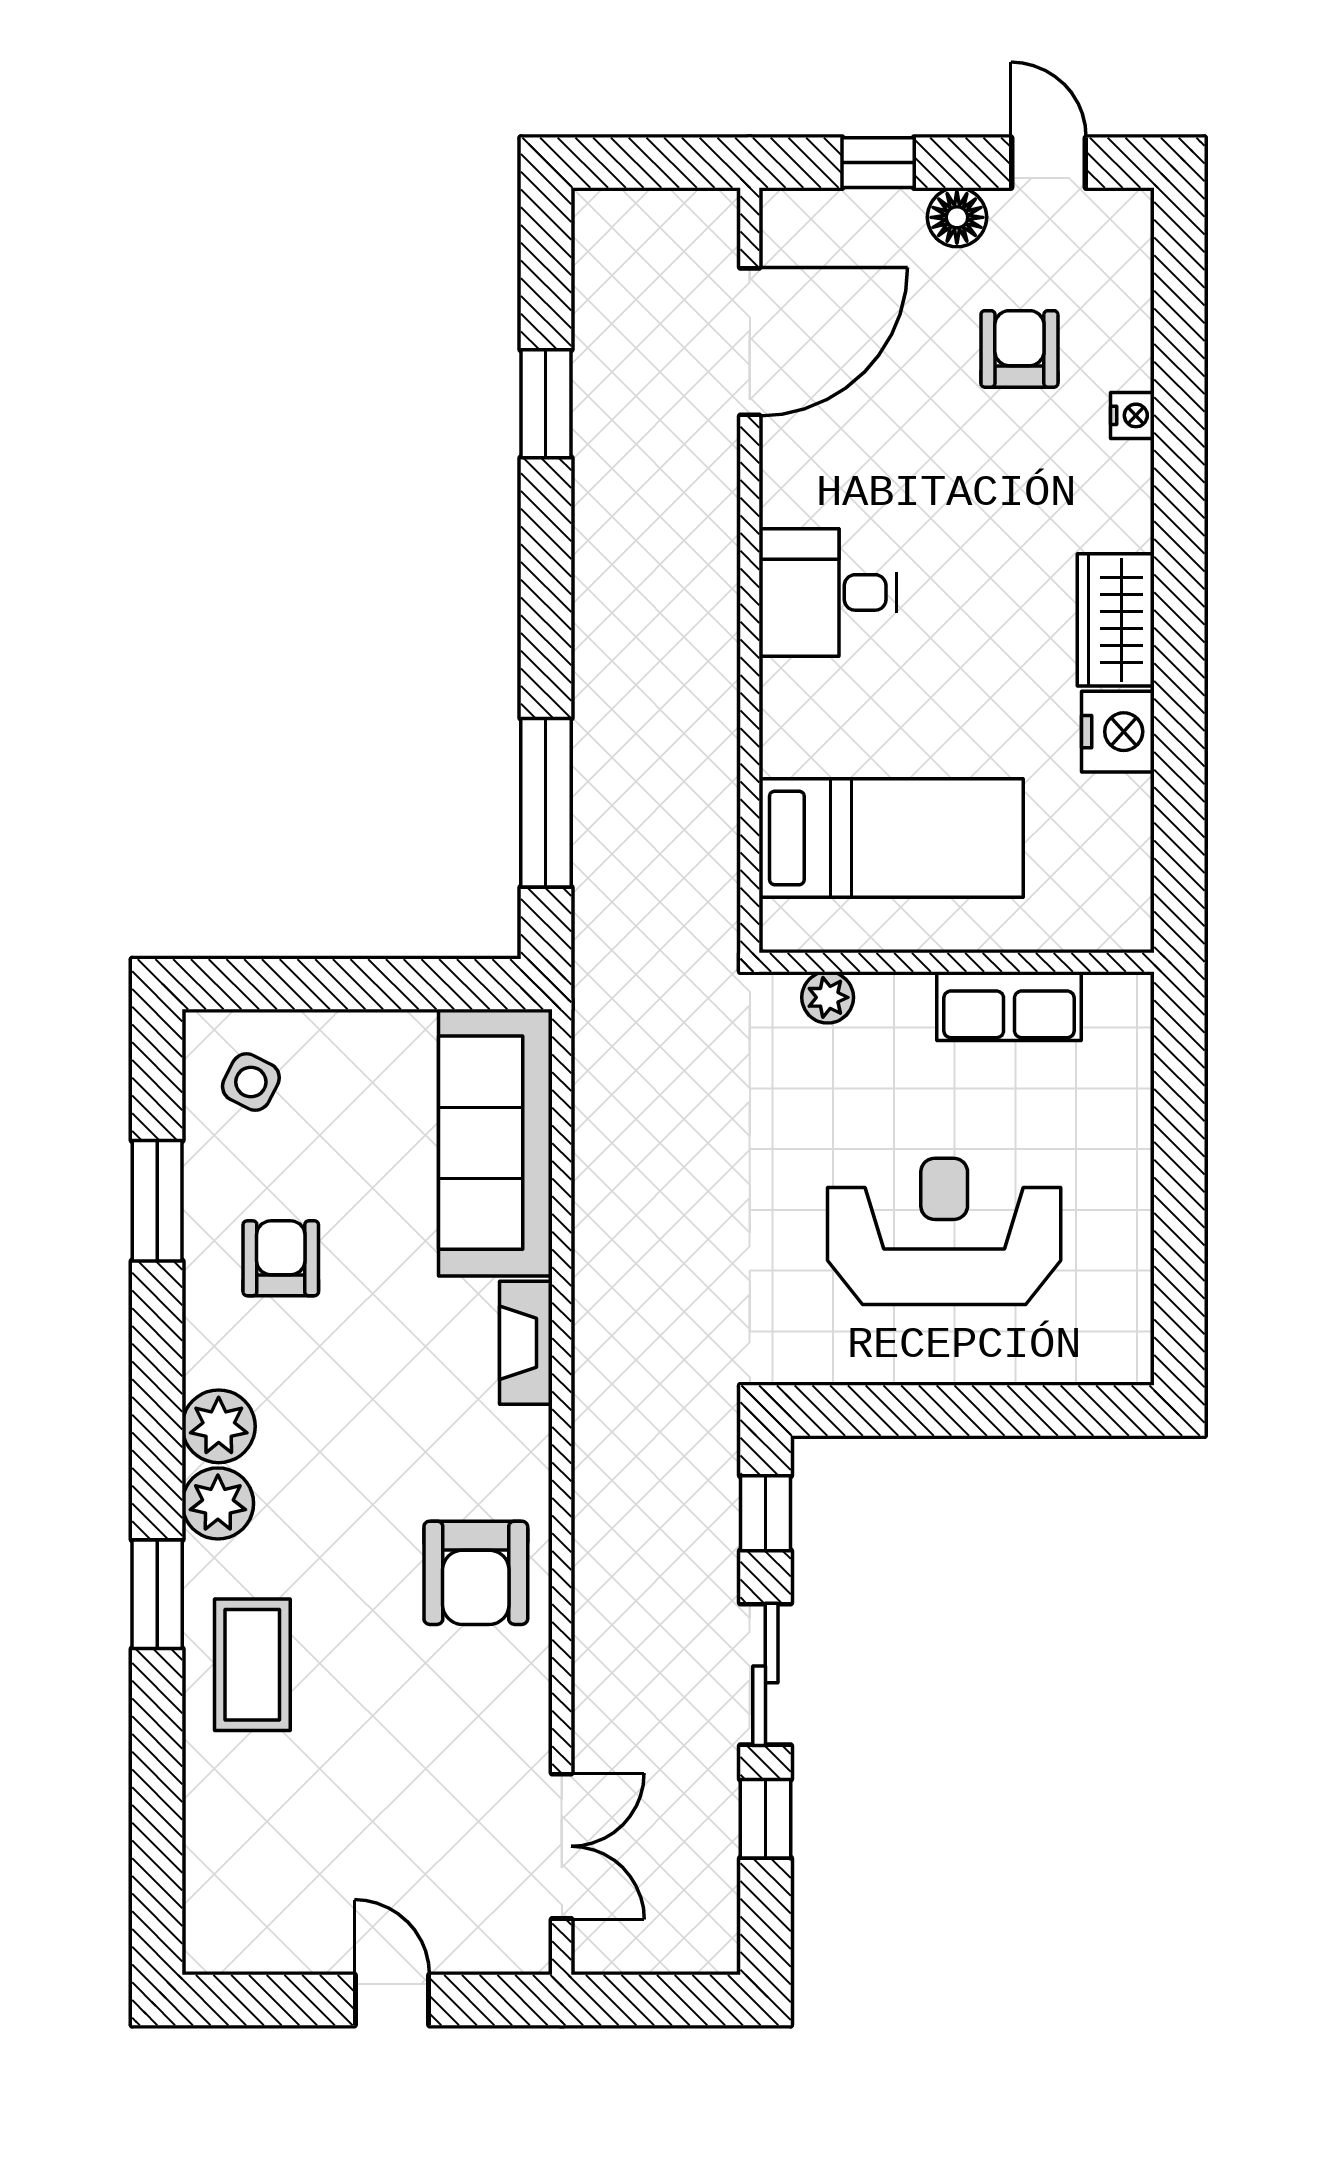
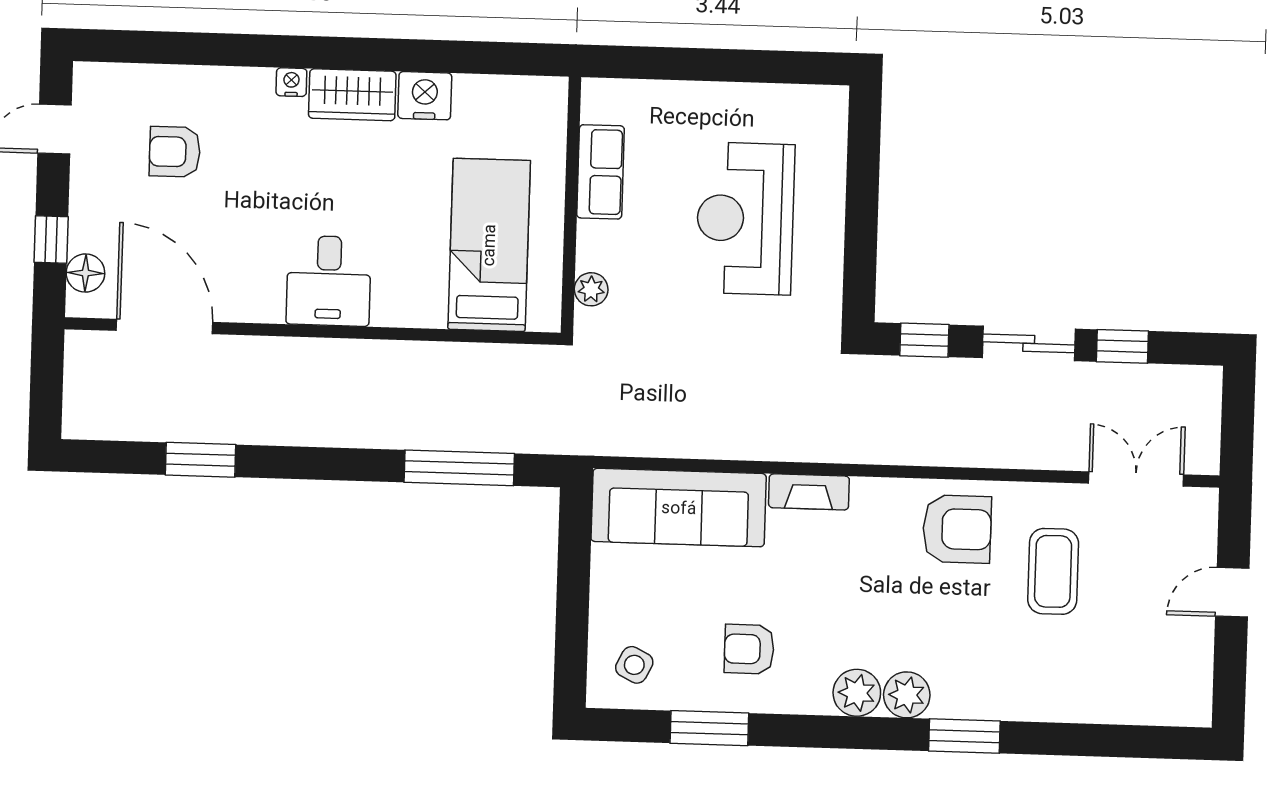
floor lamp: (957, 217) -> (85, 273), moved
nightstand: (1132, 415) -> (291, 82), moved
coffee table: (252, 1665) -> (1053, 571), moved, turned 90

